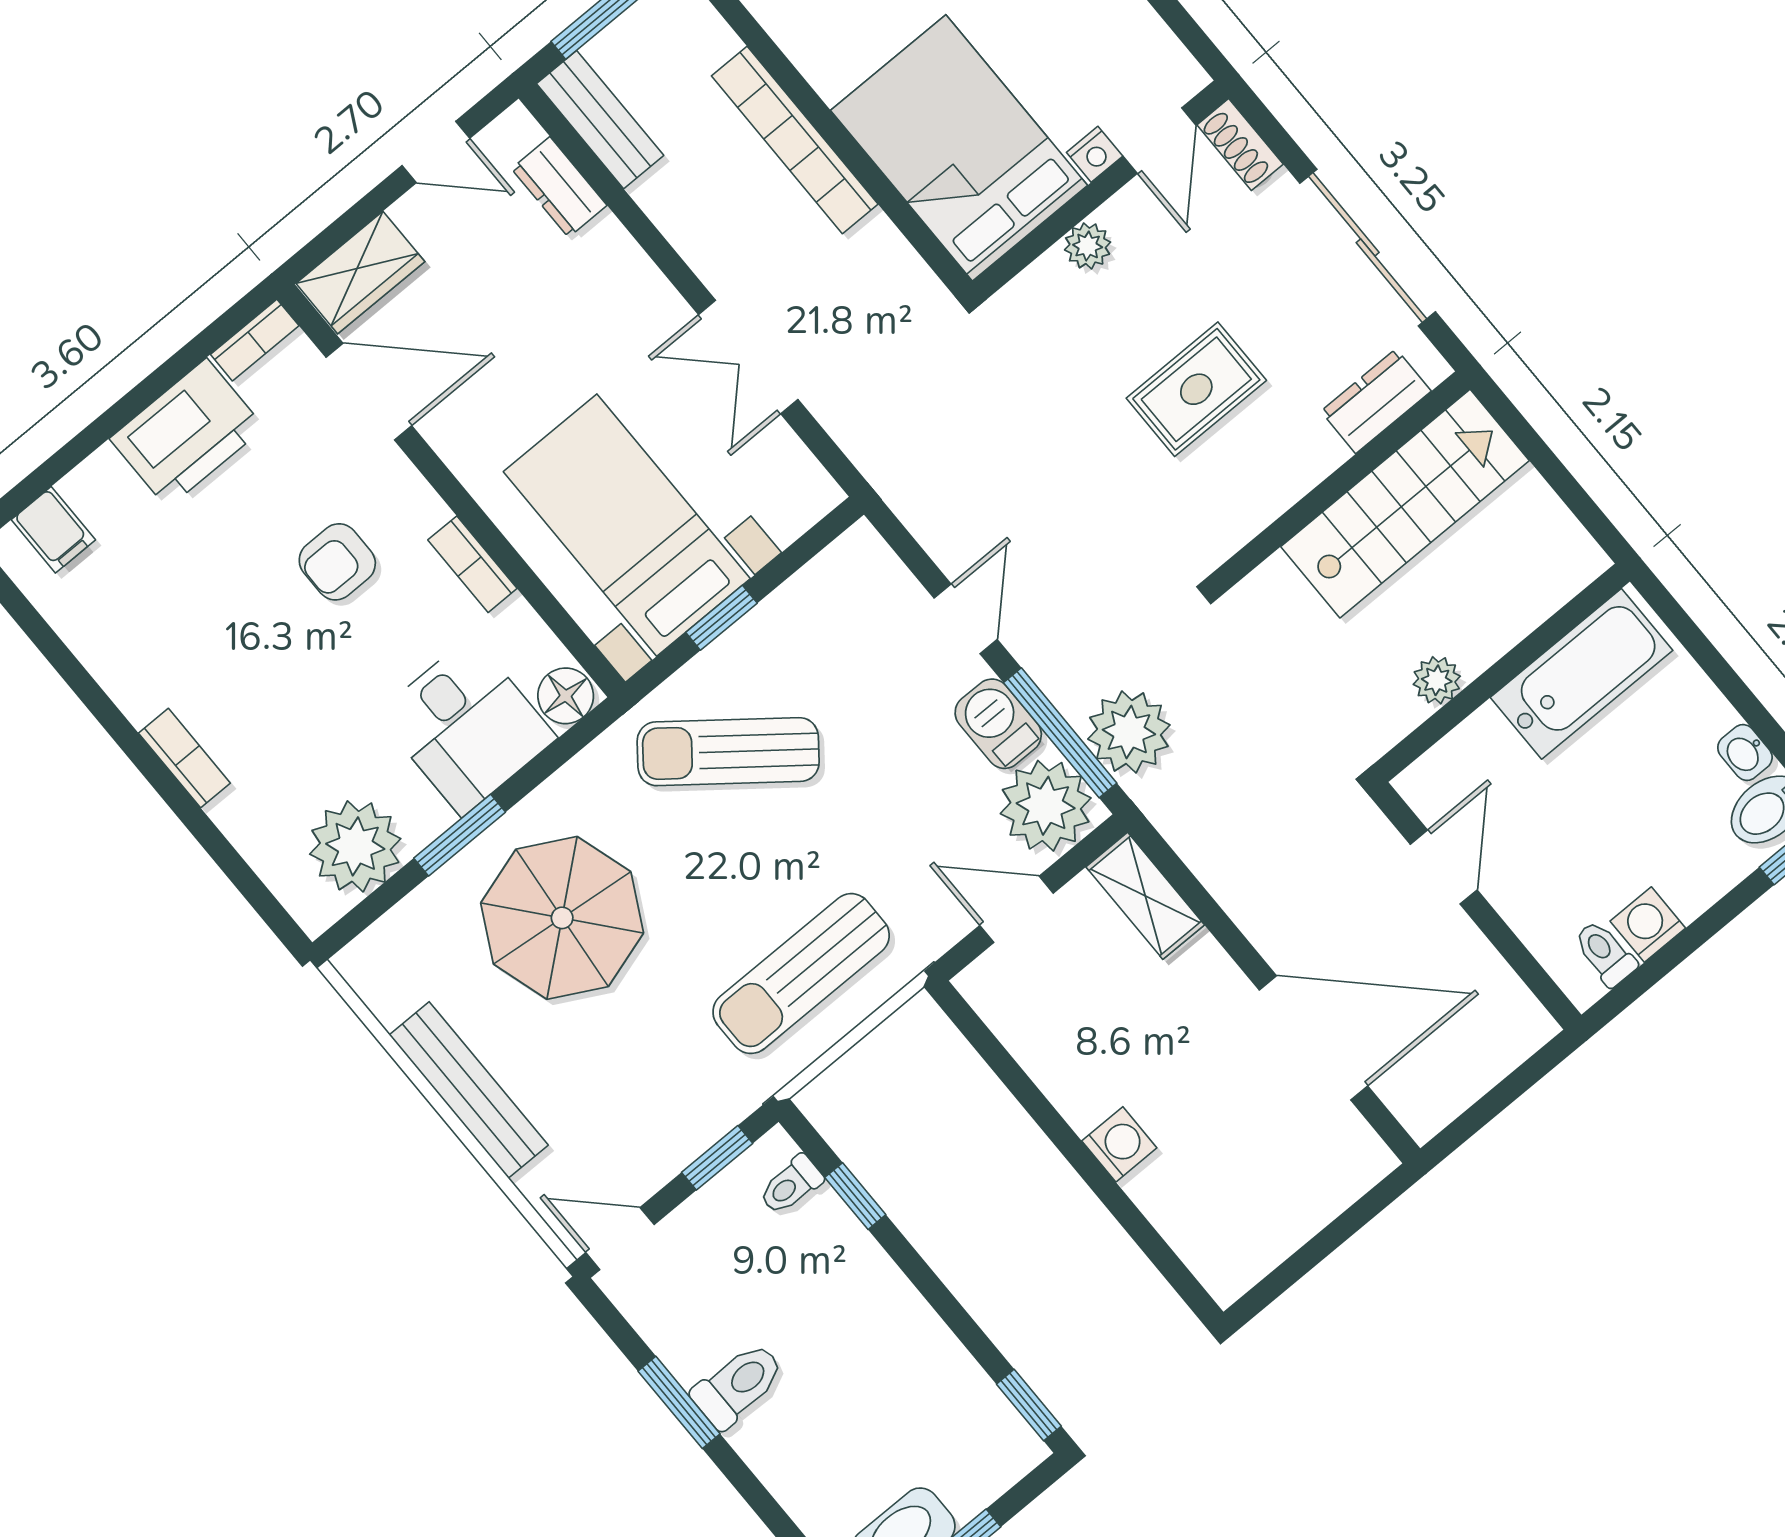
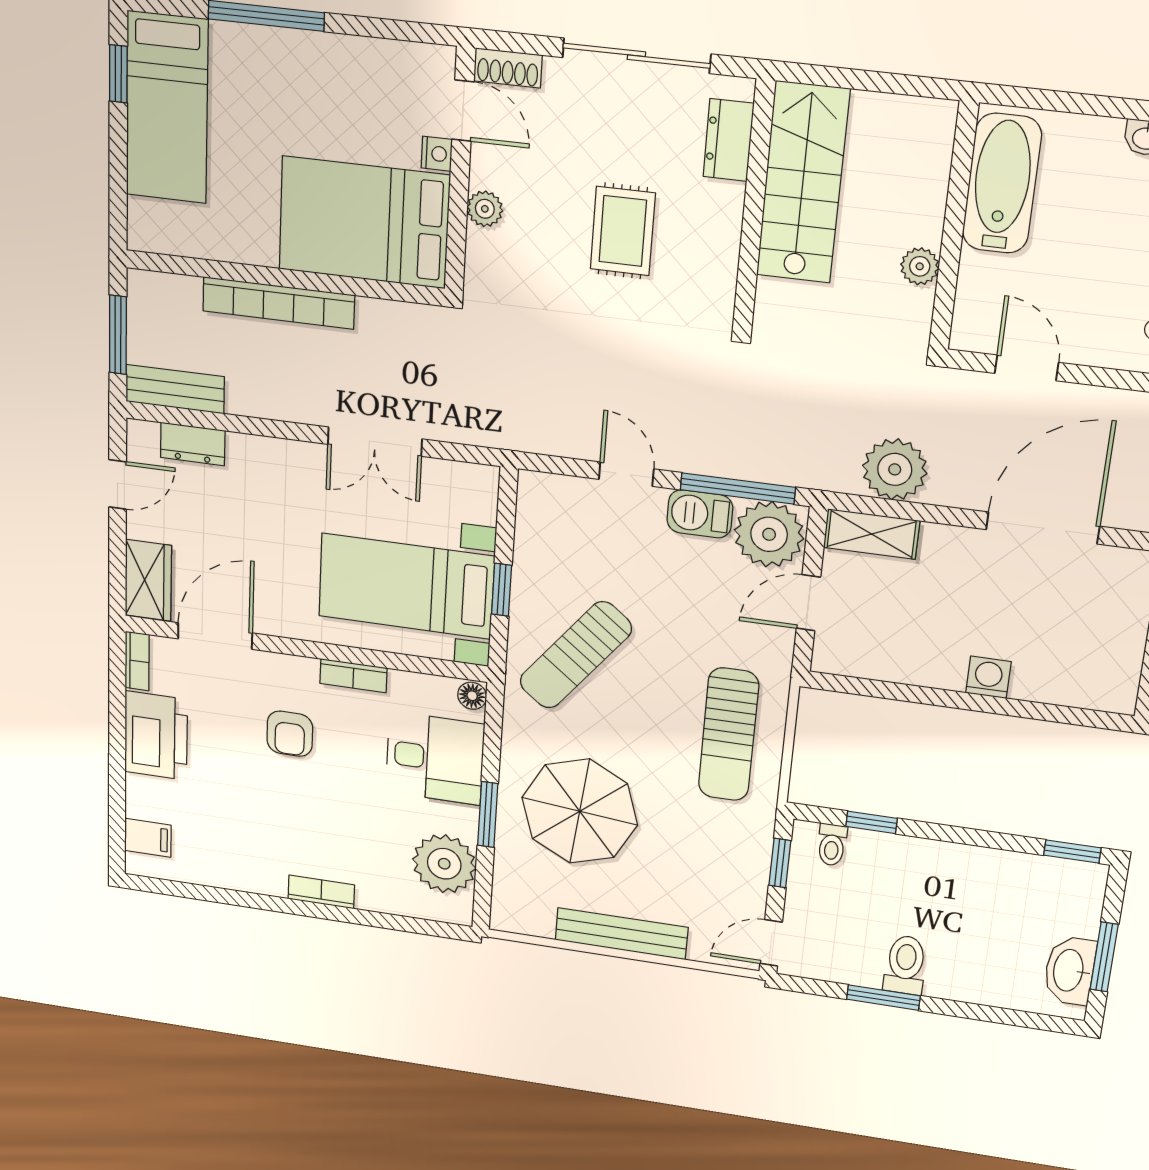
floor lamp: (566, 696) -> (472, 696), width x0.73, depth x0.73
plant: (1129, 732) -> (895, 469), moved

